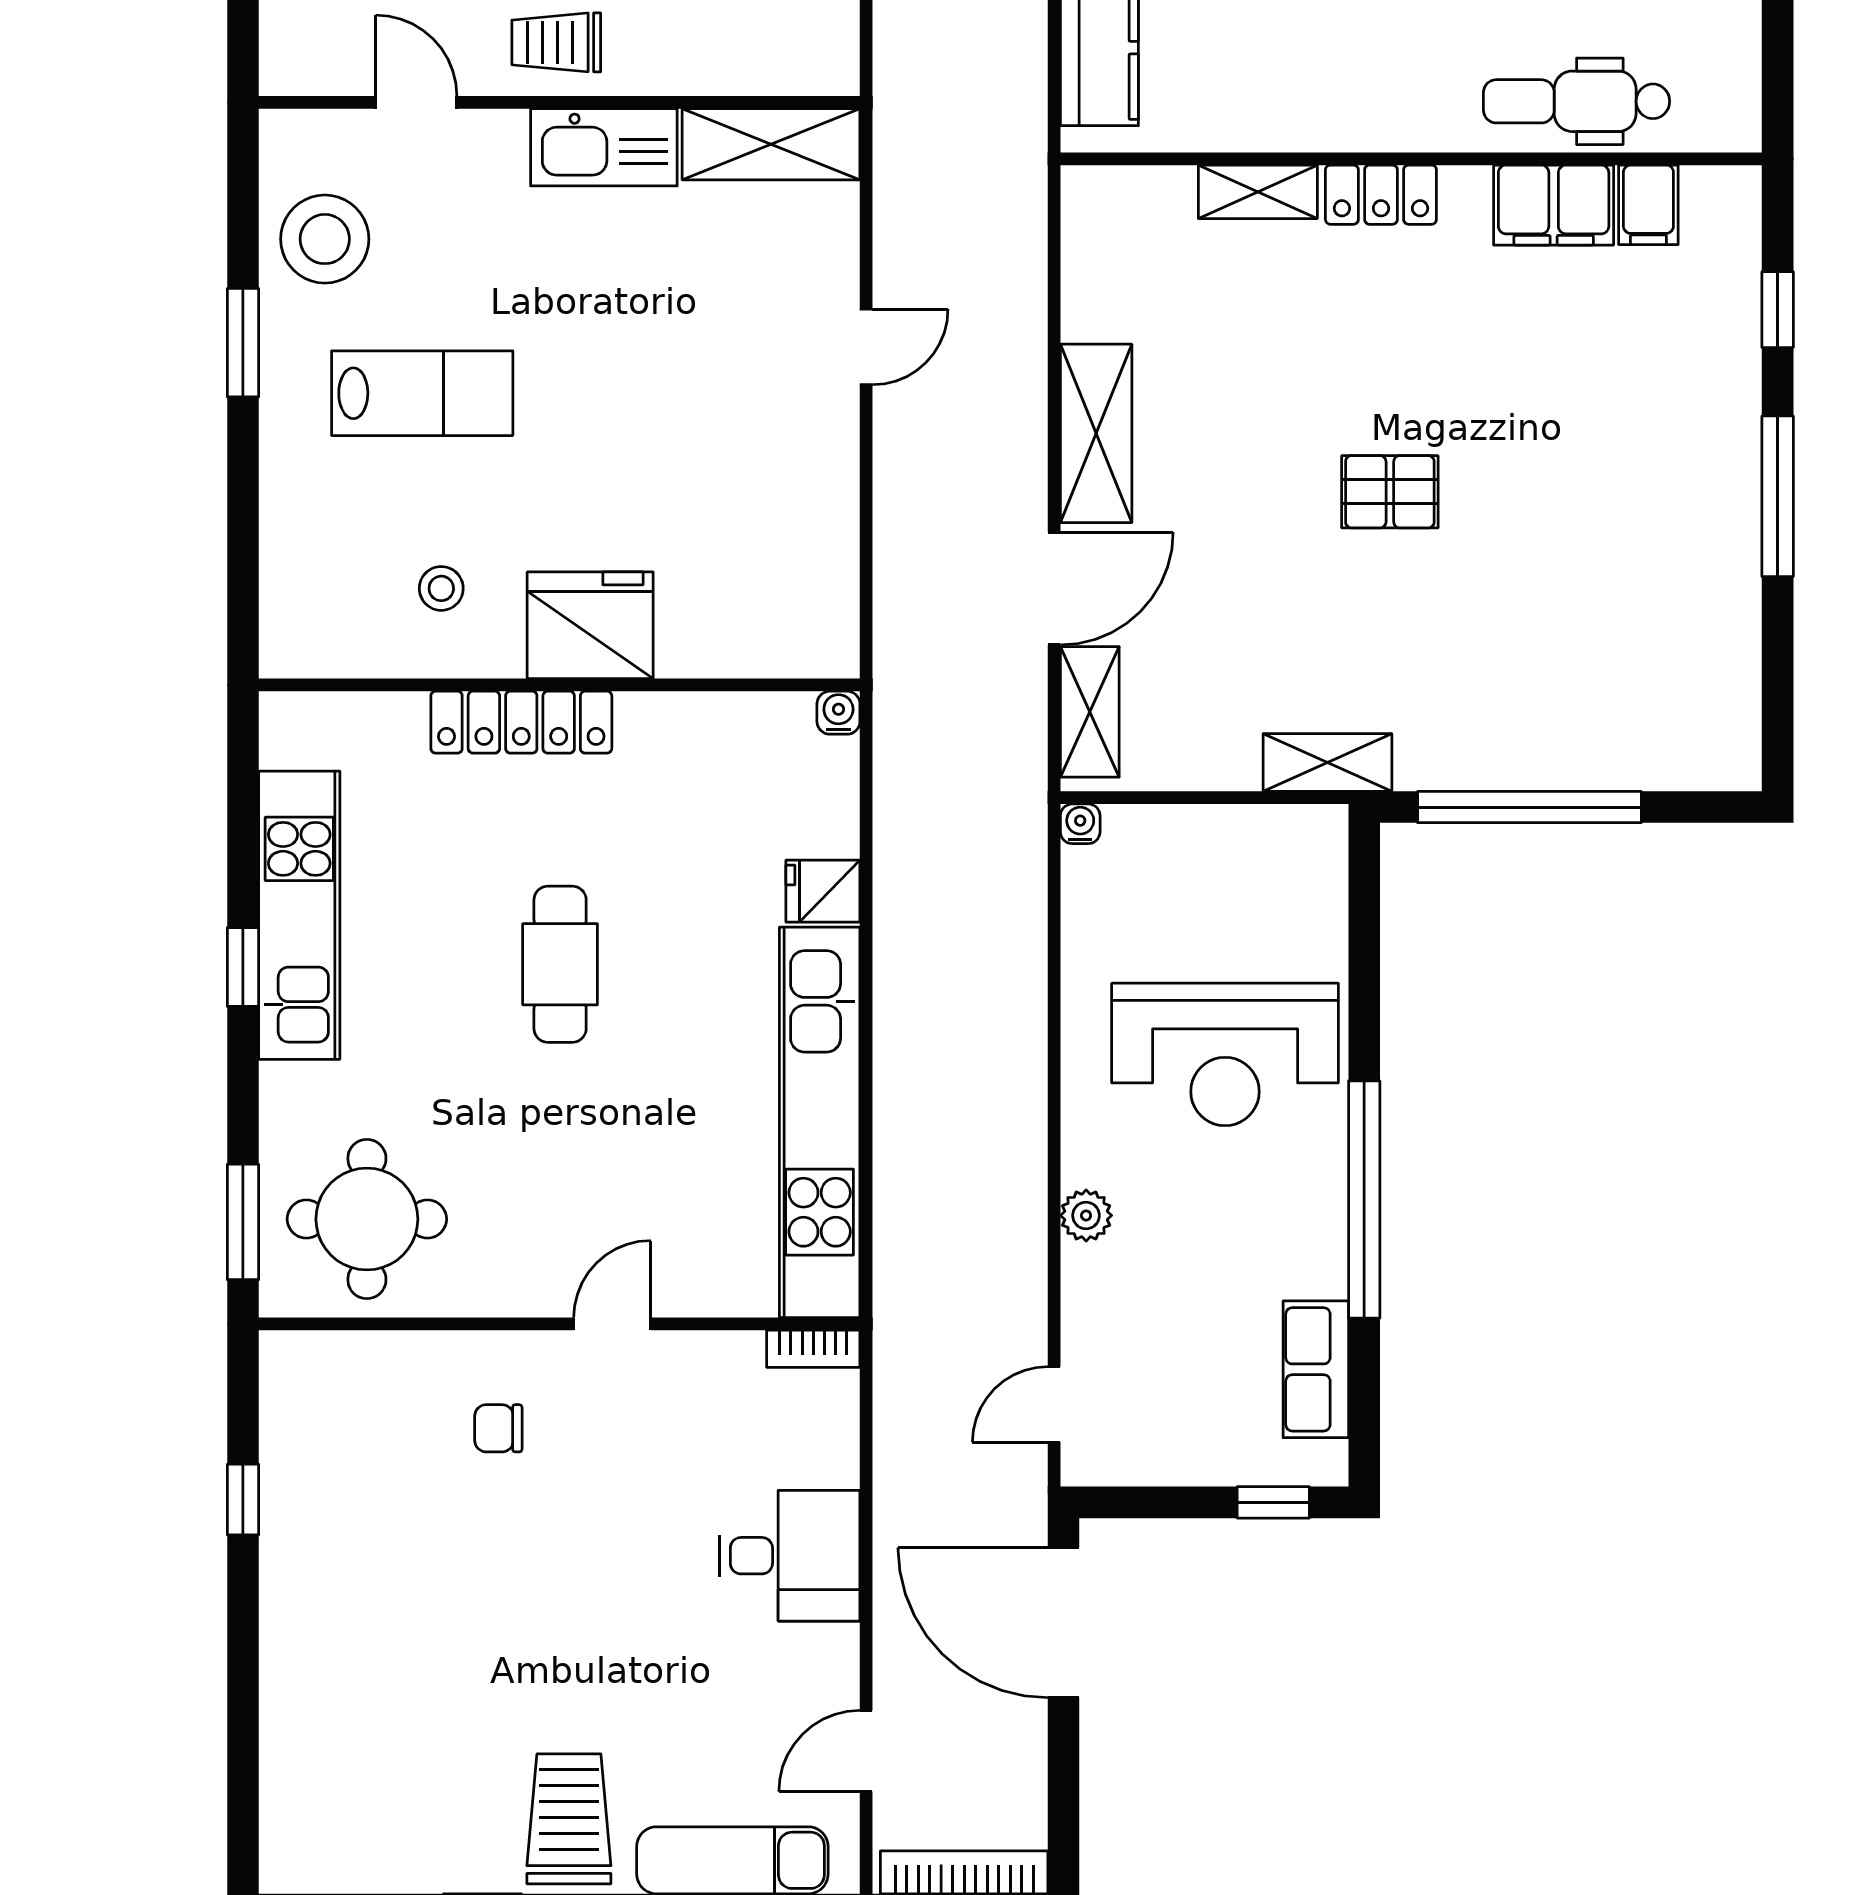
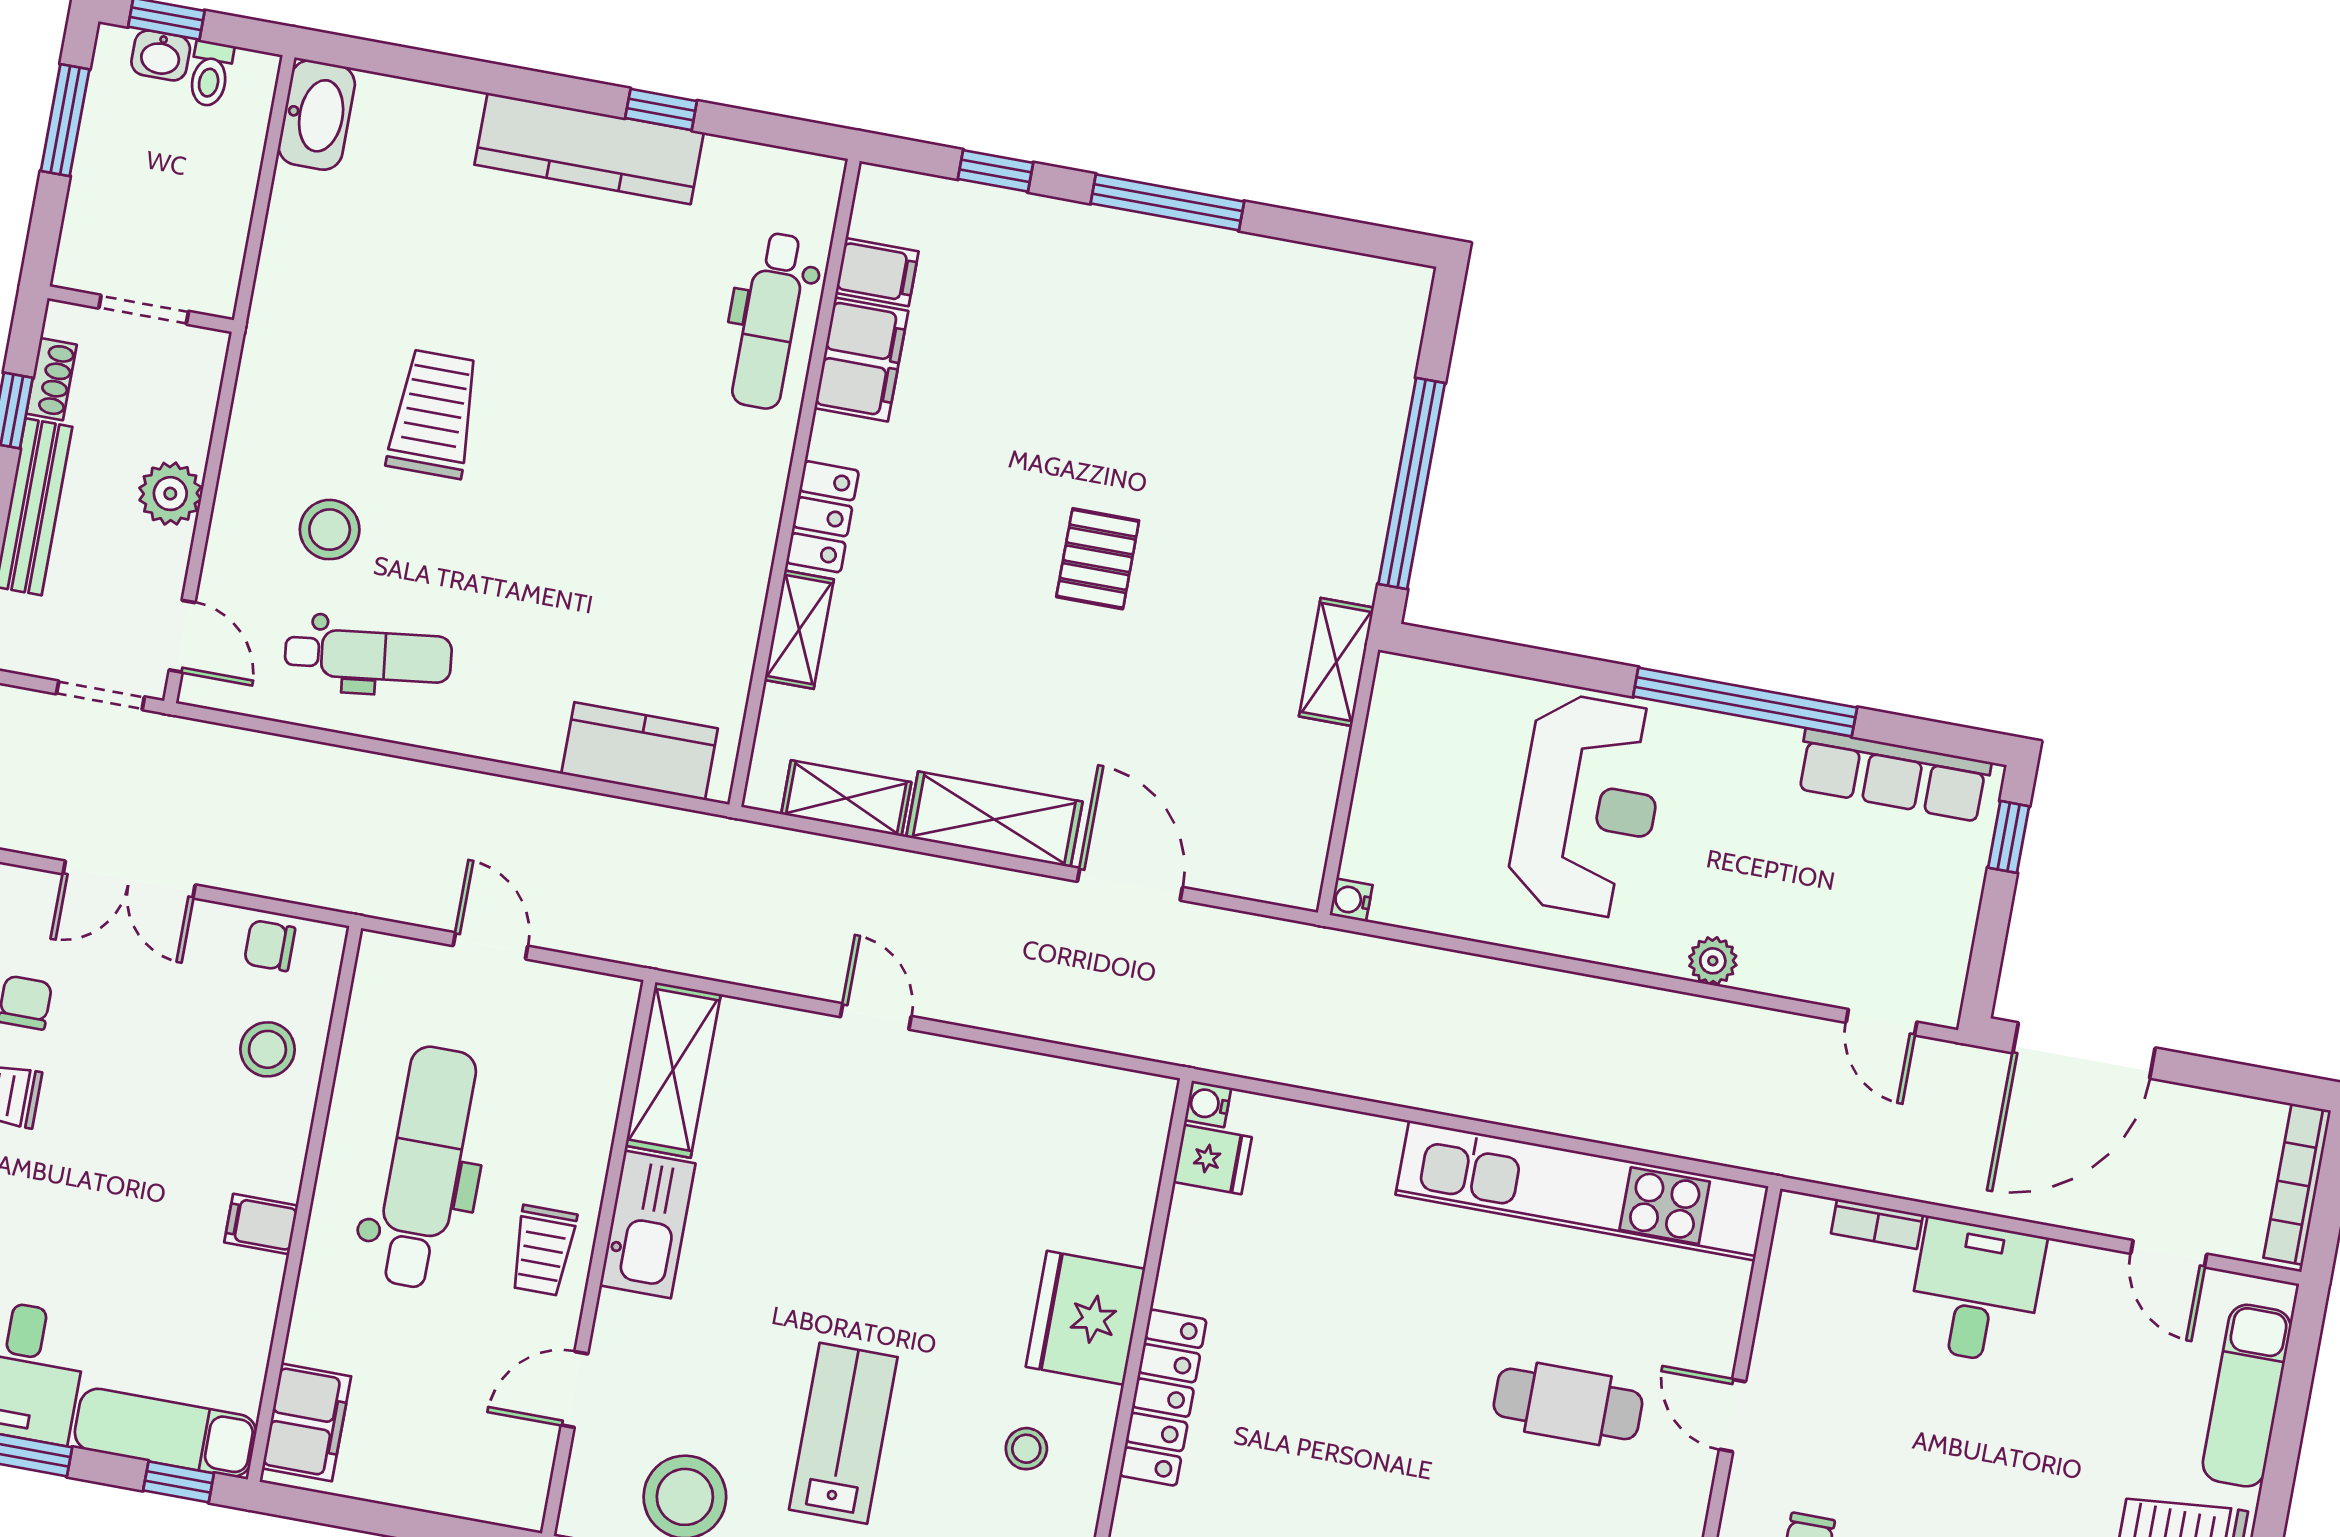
shelving: (1090, 712) -> (846, 798), moved
fridge: (823, 891) -> (1212, 1159), moved, turned -90
cafe table: (560, 964) -> (1568, 1404), moved
bookcase: (813, 1349) -> (1877, 1224), moved, turned 90
row of seats: (1316, 1369) -> (1893, 775), width x1.48

